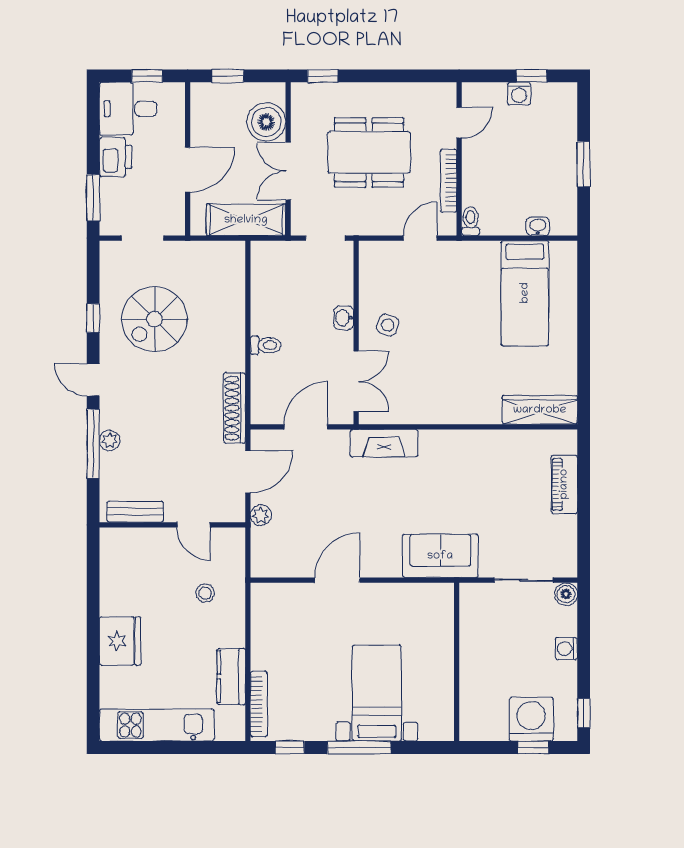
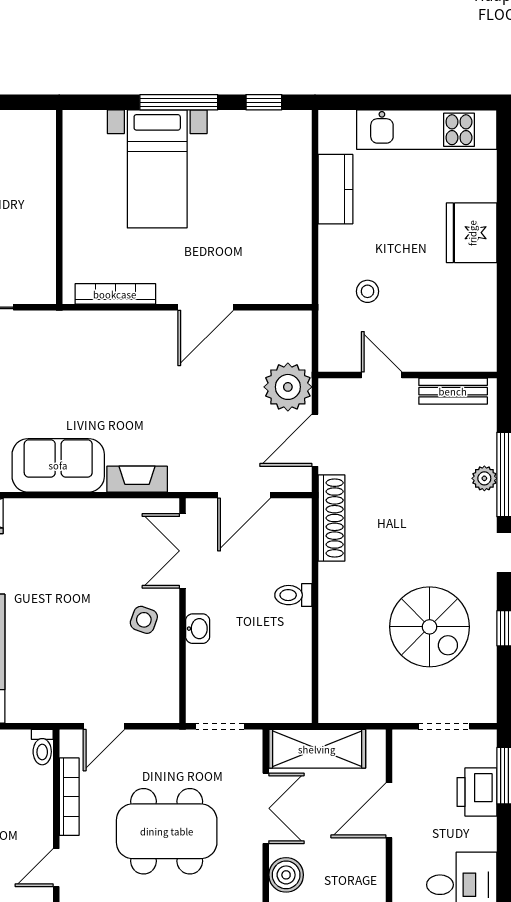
boiler: (266, 122) -> (286, 875), width x0.73, depth x0.73
printer: (116, 157) -> (477, 792), moved
spiral stairs: (154, 319) -> (429, 627), turned 90
fireplace: (384, 443) -> (137, 479), width x0.73, depth x0.76
plant: (261, 515) -> (288, 387), width x1.87, depth x1.87
sofa: (440, 556) -> (58, 465), moved, turned 180
bookcase: (259, 704) -> (115, 294), moved, turned 90

